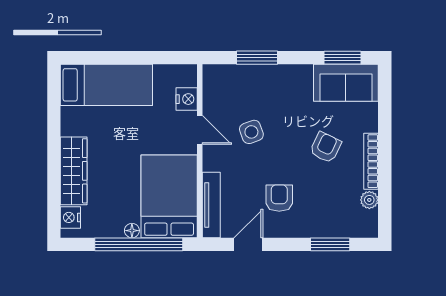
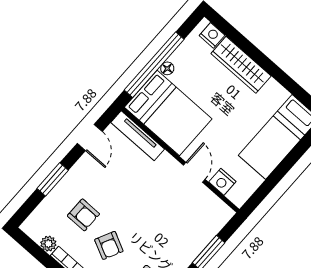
door: (200, 130) -> (194, 172), swing flipped
side table: (251, 132) -> (163, 205), removed
armchair: (279, 198) -> (83, 215), moved
window: (330, 244) -> (53, 179), moved

